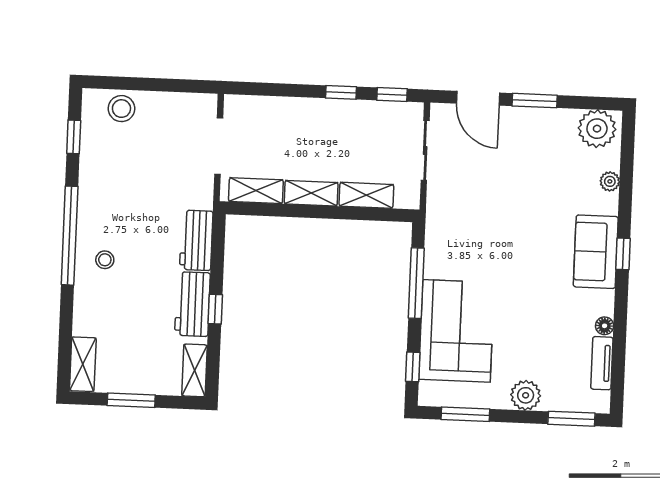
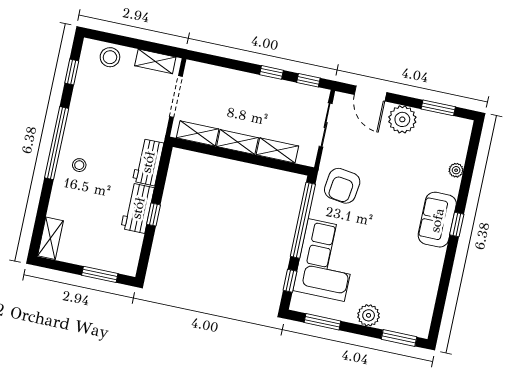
window: (535, 101) -> (438, 108), moved
plant: (597, 129) -> (402, 119), moved
armchair: (461, 228) -> (342, 186), added
window: (416, 283) -> (303, 220), width x1.46
floor lamp: (605, 326) -> (434, 275), removed
tv unit: (602, 363) -> (428, 301), removed
shelving: (195, 370) -> (155, 61), moved, turned 90
window: (131, 400) -> (100, 274), moved

